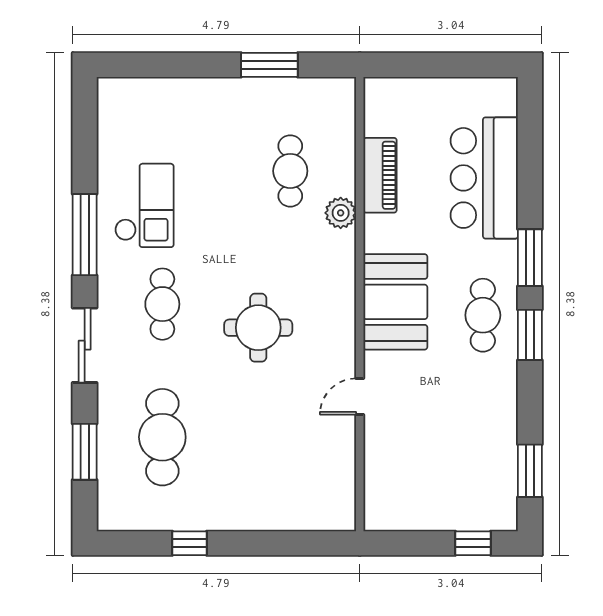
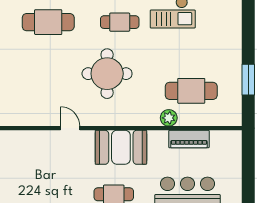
cafe table: (290, 171) -> (191, 91), width x1.37, depth x1.35
round table: (258, 328) -> (107, 74), width x1.36, depth x1.36

